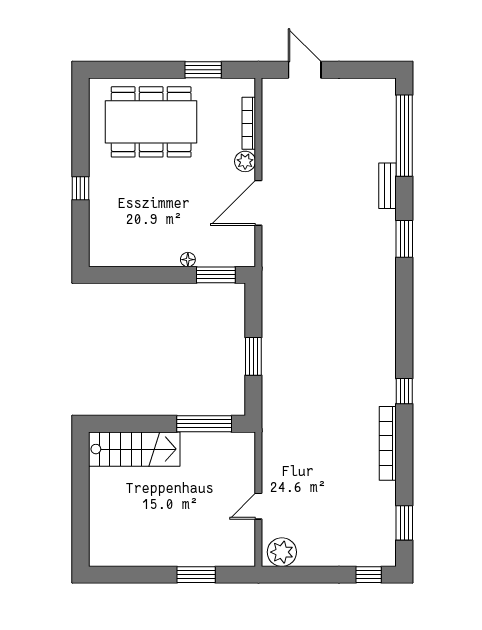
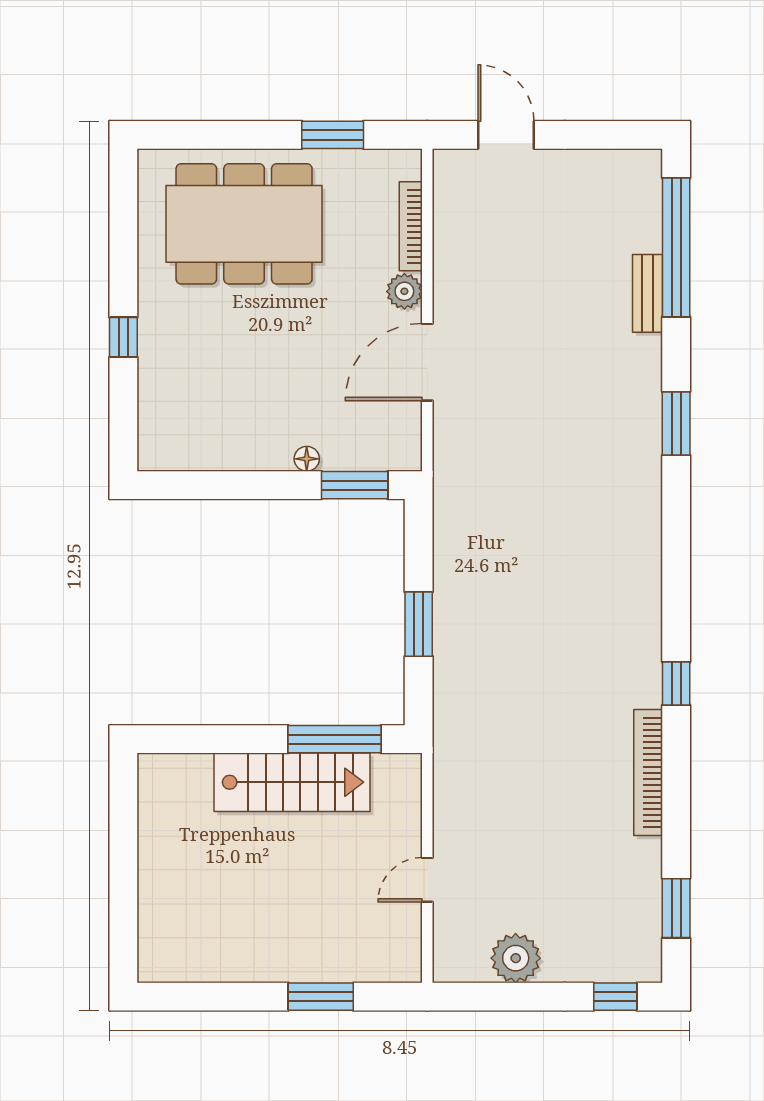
bench: (388, 186) -> (648, 293), moved
stairs: (134, 449) -> (292, 782), moved
plant: (282, 552) -> (516, 958), moved

